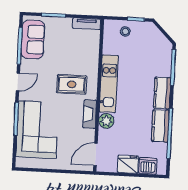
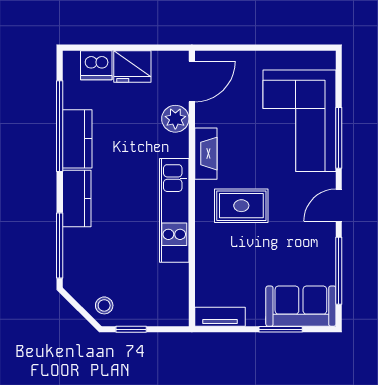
stool: (125, 31) -> (104, 305), moved
sofa: (33, 39) -> (301, 306), moved, turned 90
plant: (106, 121) -> (175, 119), moved

